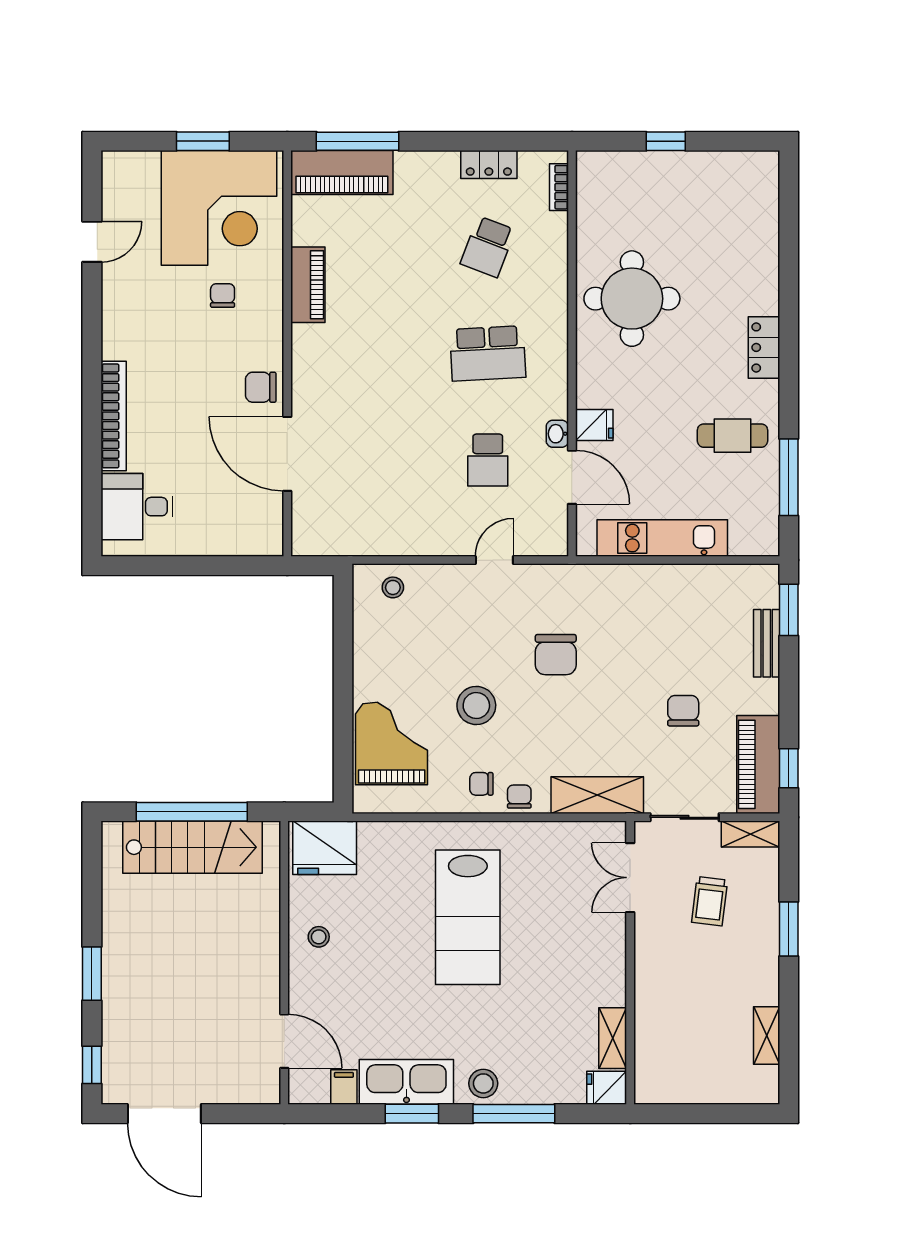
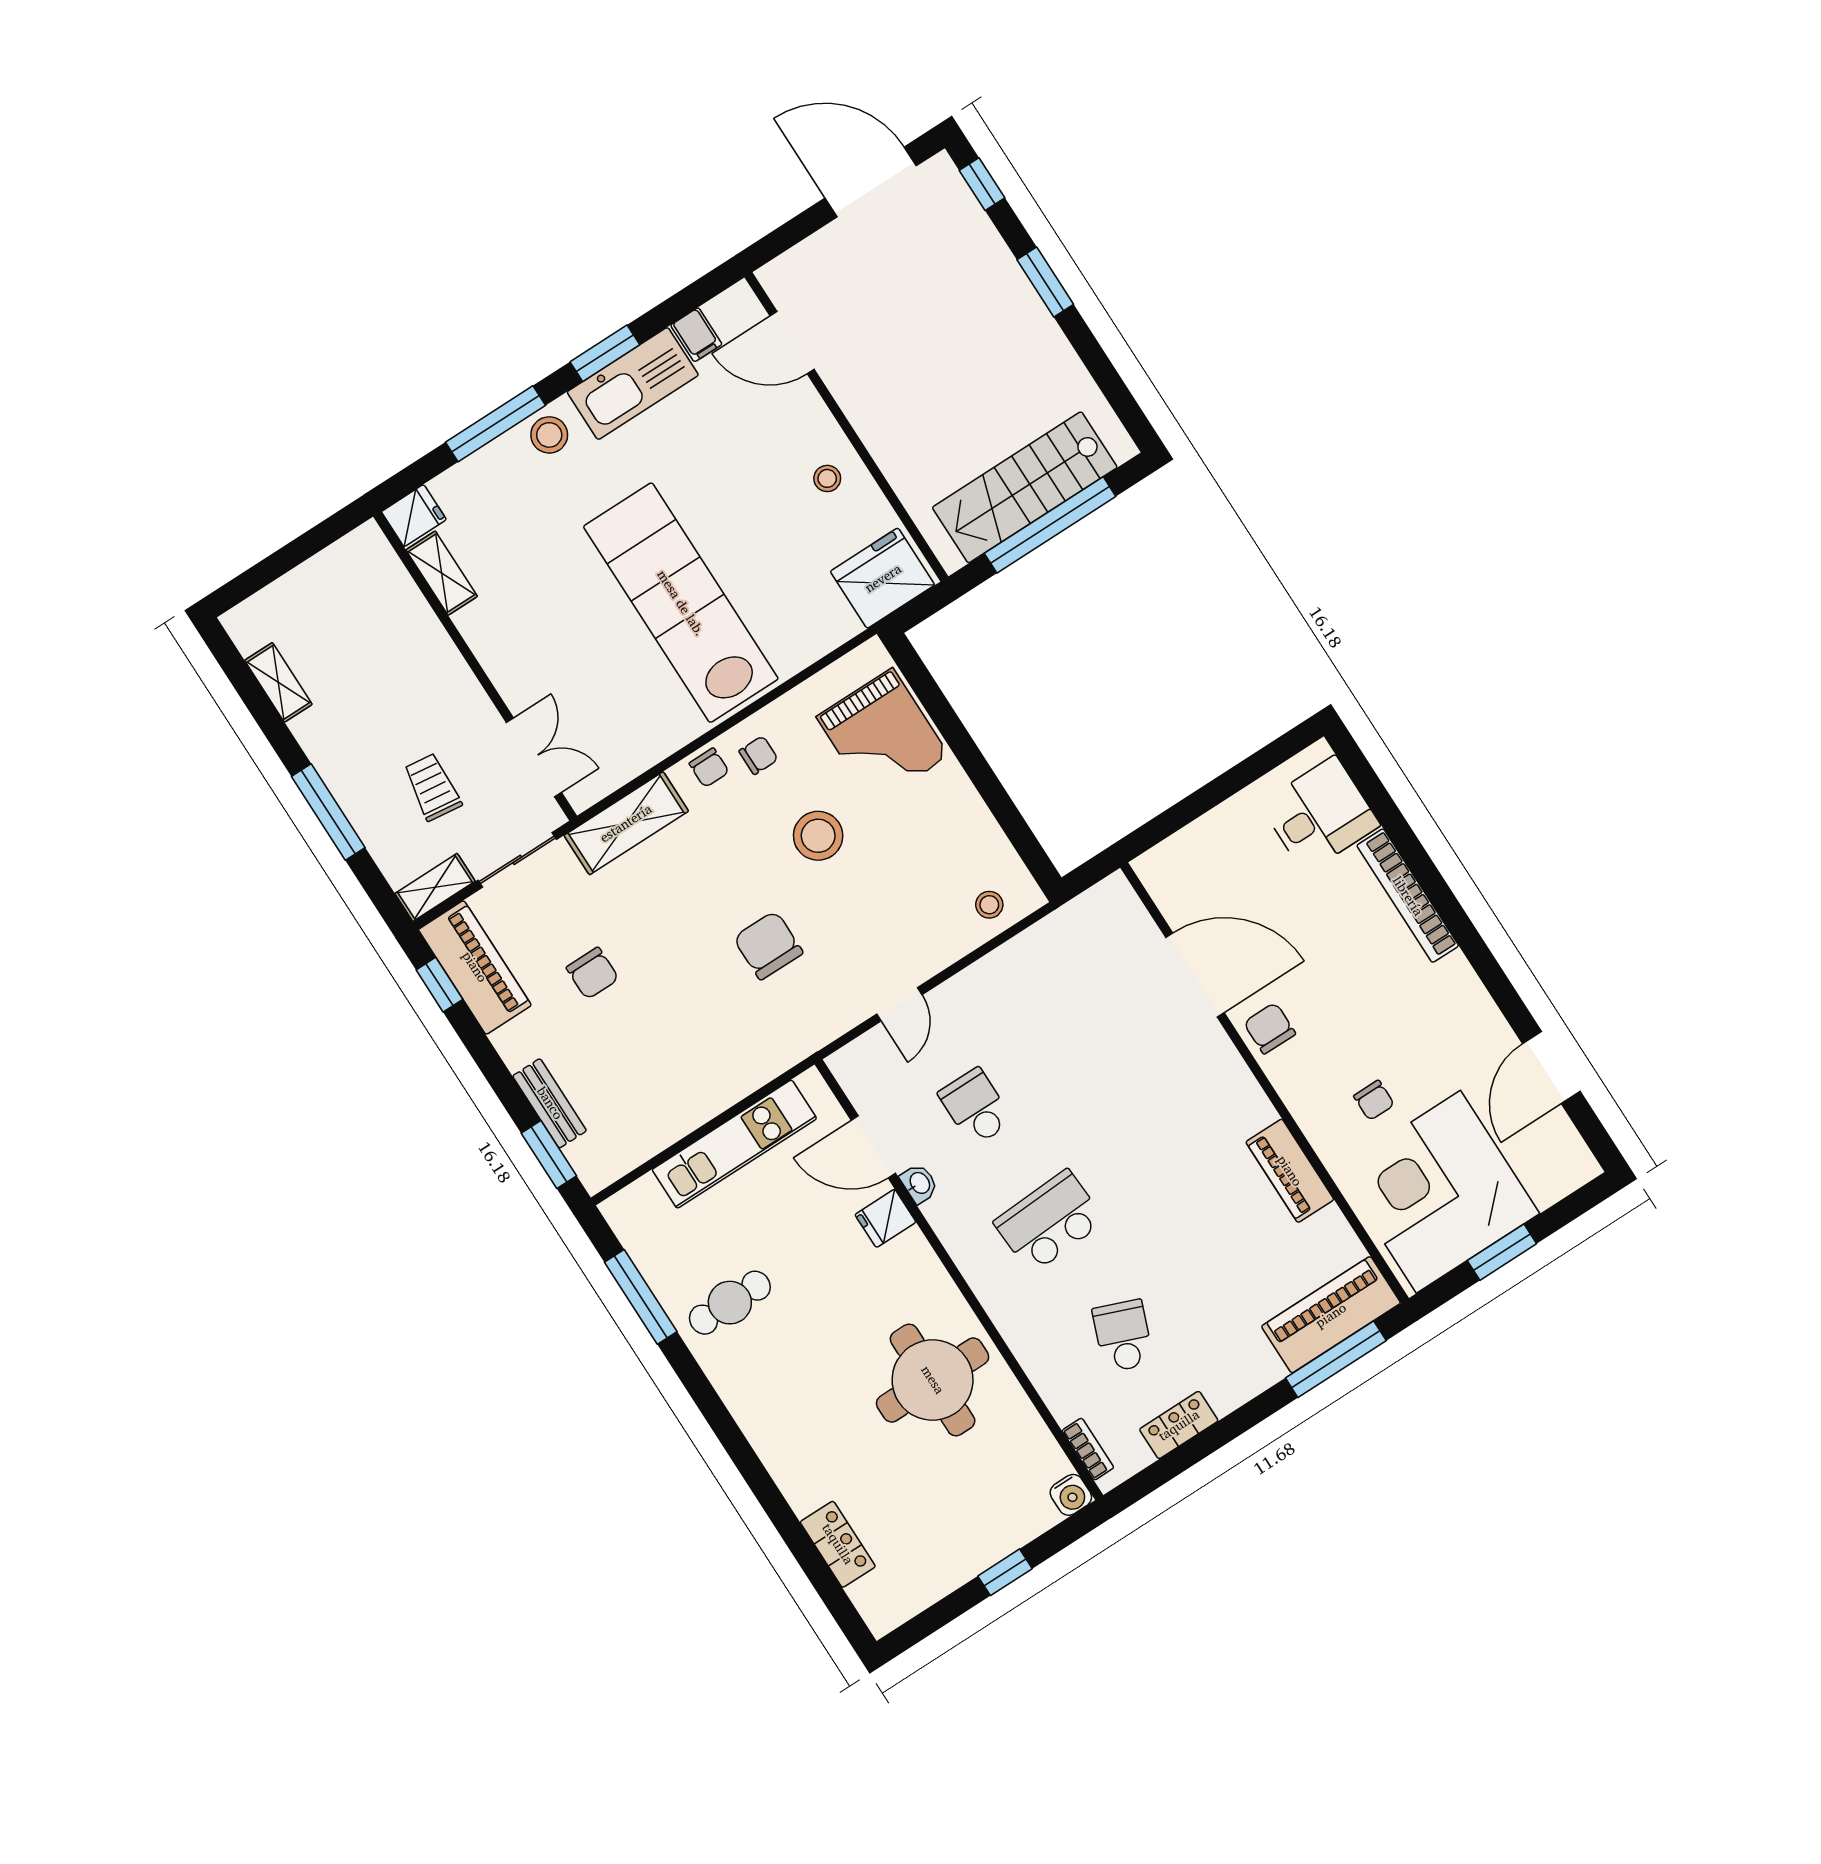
water cooler: (590, 164) -> (1071, 1495), added
door: (92, 242) -> (1551, 1067), width x1.38
locker: (764, 347) -> (838, 1544), moved
chair: (261, 387) -> (1270, 1028), turned -90
lab bench: (468, 917) -> (681, 603), width x1.36
window: (789, 929) -> (328, 812), width x1.44

